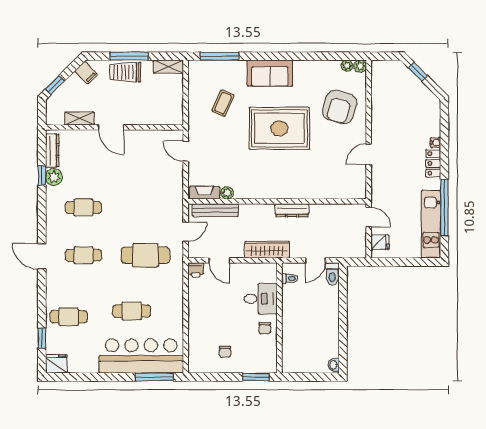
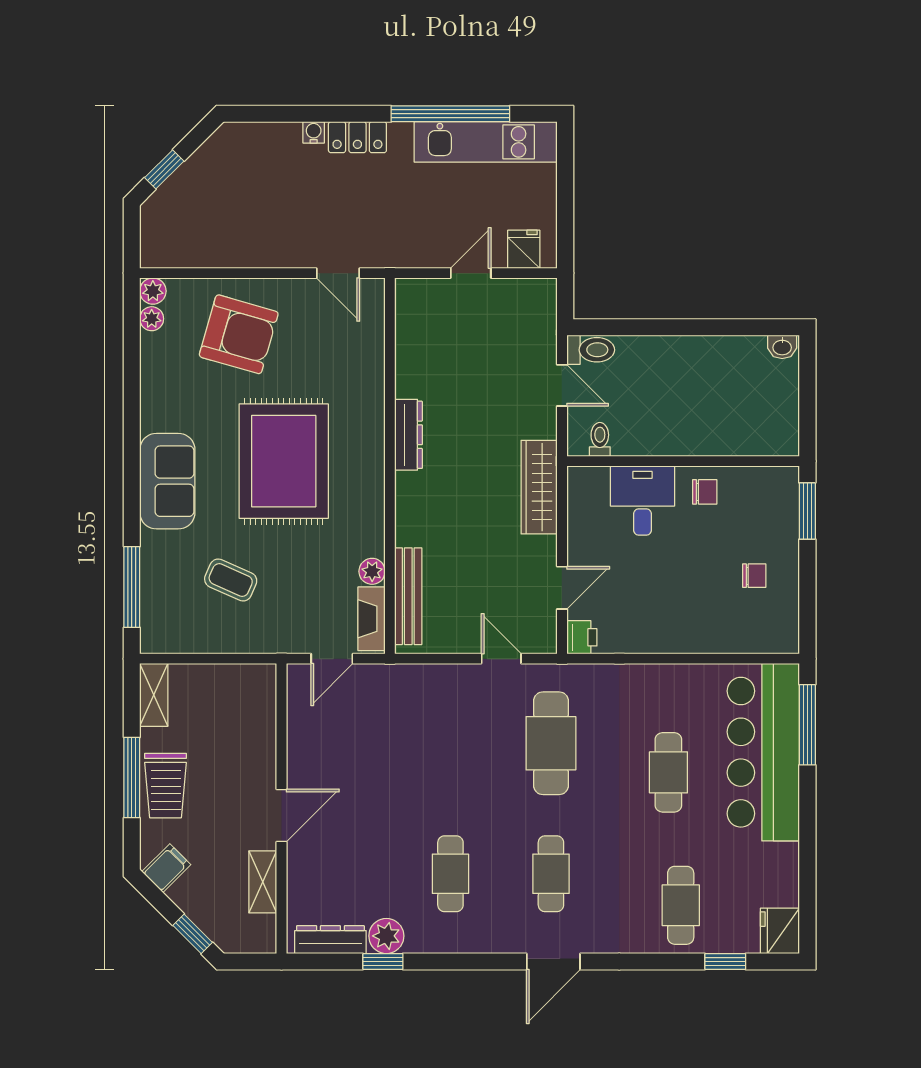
fireplace: (205, 193) -> (372, 619), moved
plant: (227, 193) -> (372, 571), moved
wall: (277, 201) -> (390, 466), moved
bench: (215, 210) -> (408, 596), moved
dresser: (292, 210) -> (409, 435), moved

